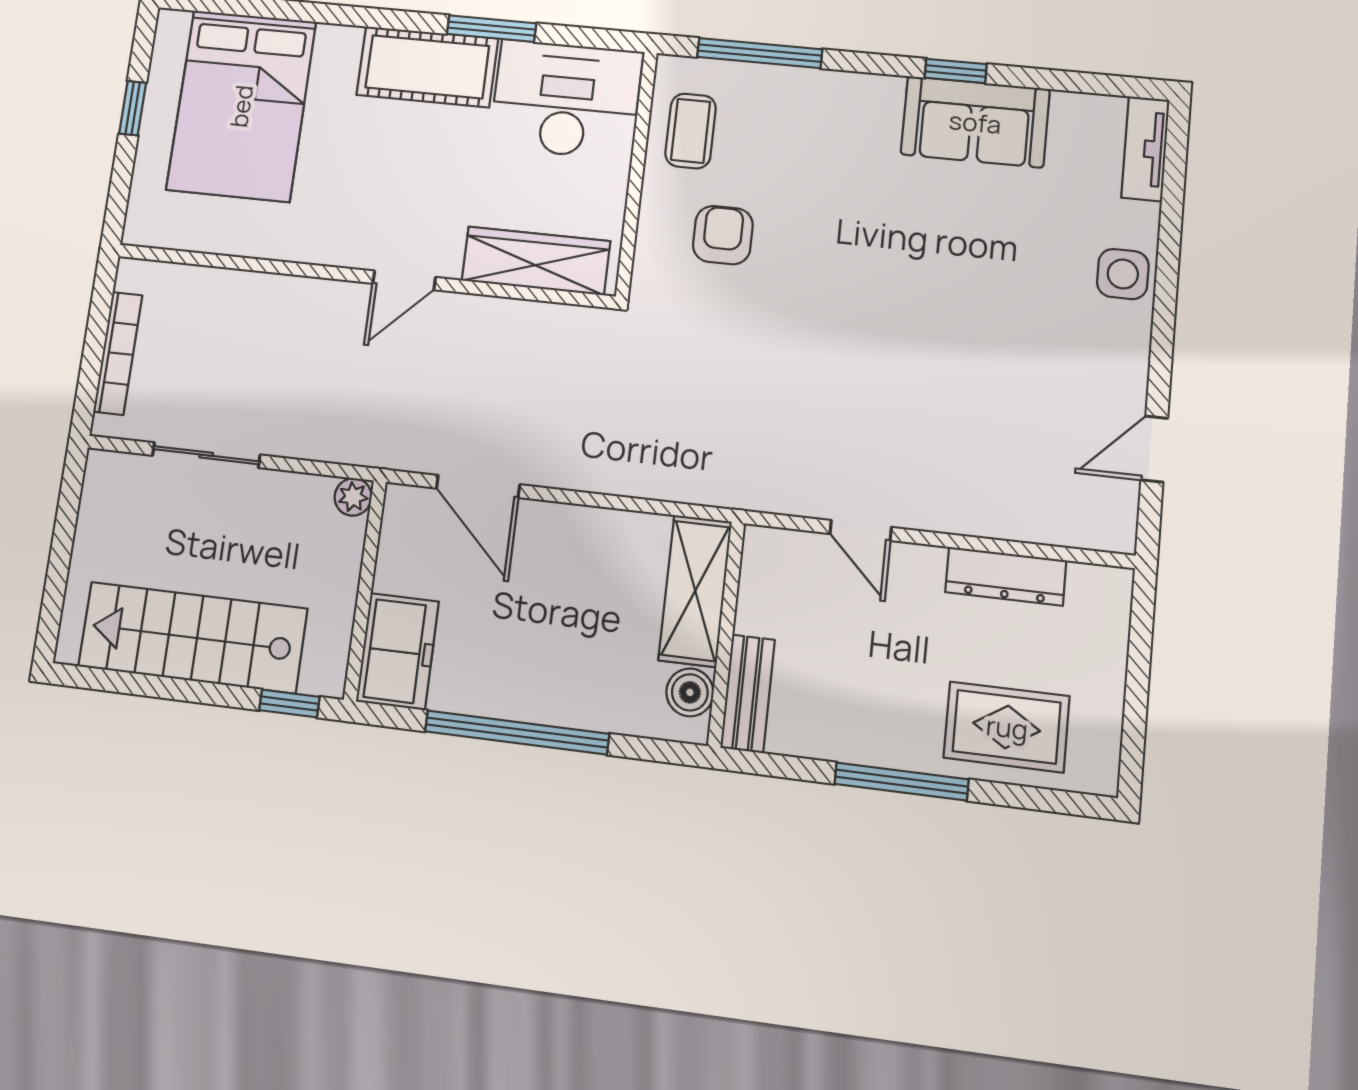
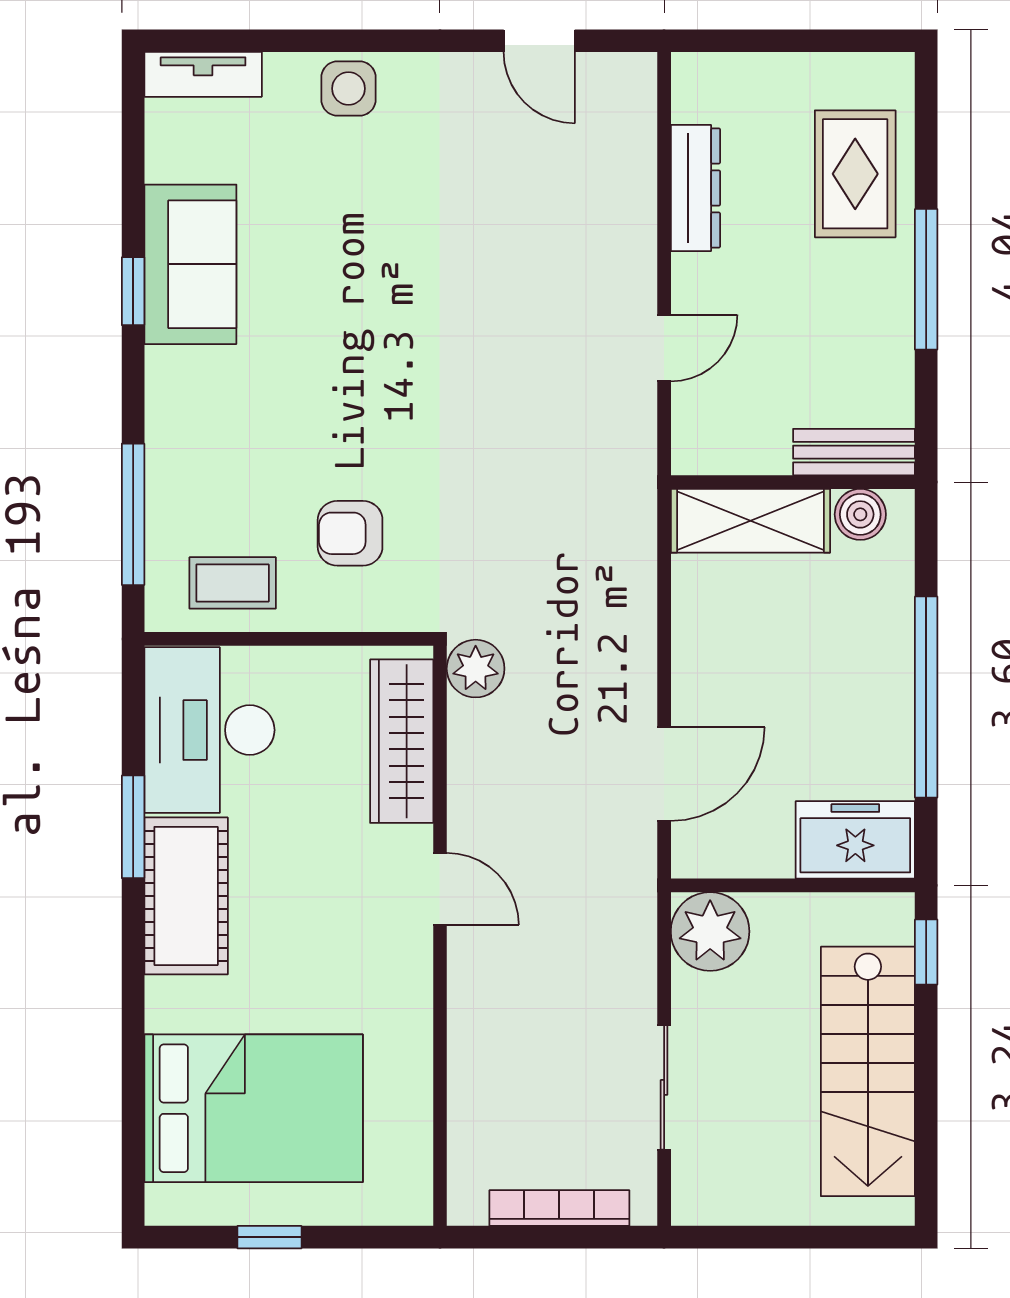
plant: (591, 331) -> (476, 669), added
plant: (353, 497) -> (710, 931), width x1.87, depth x1.87

